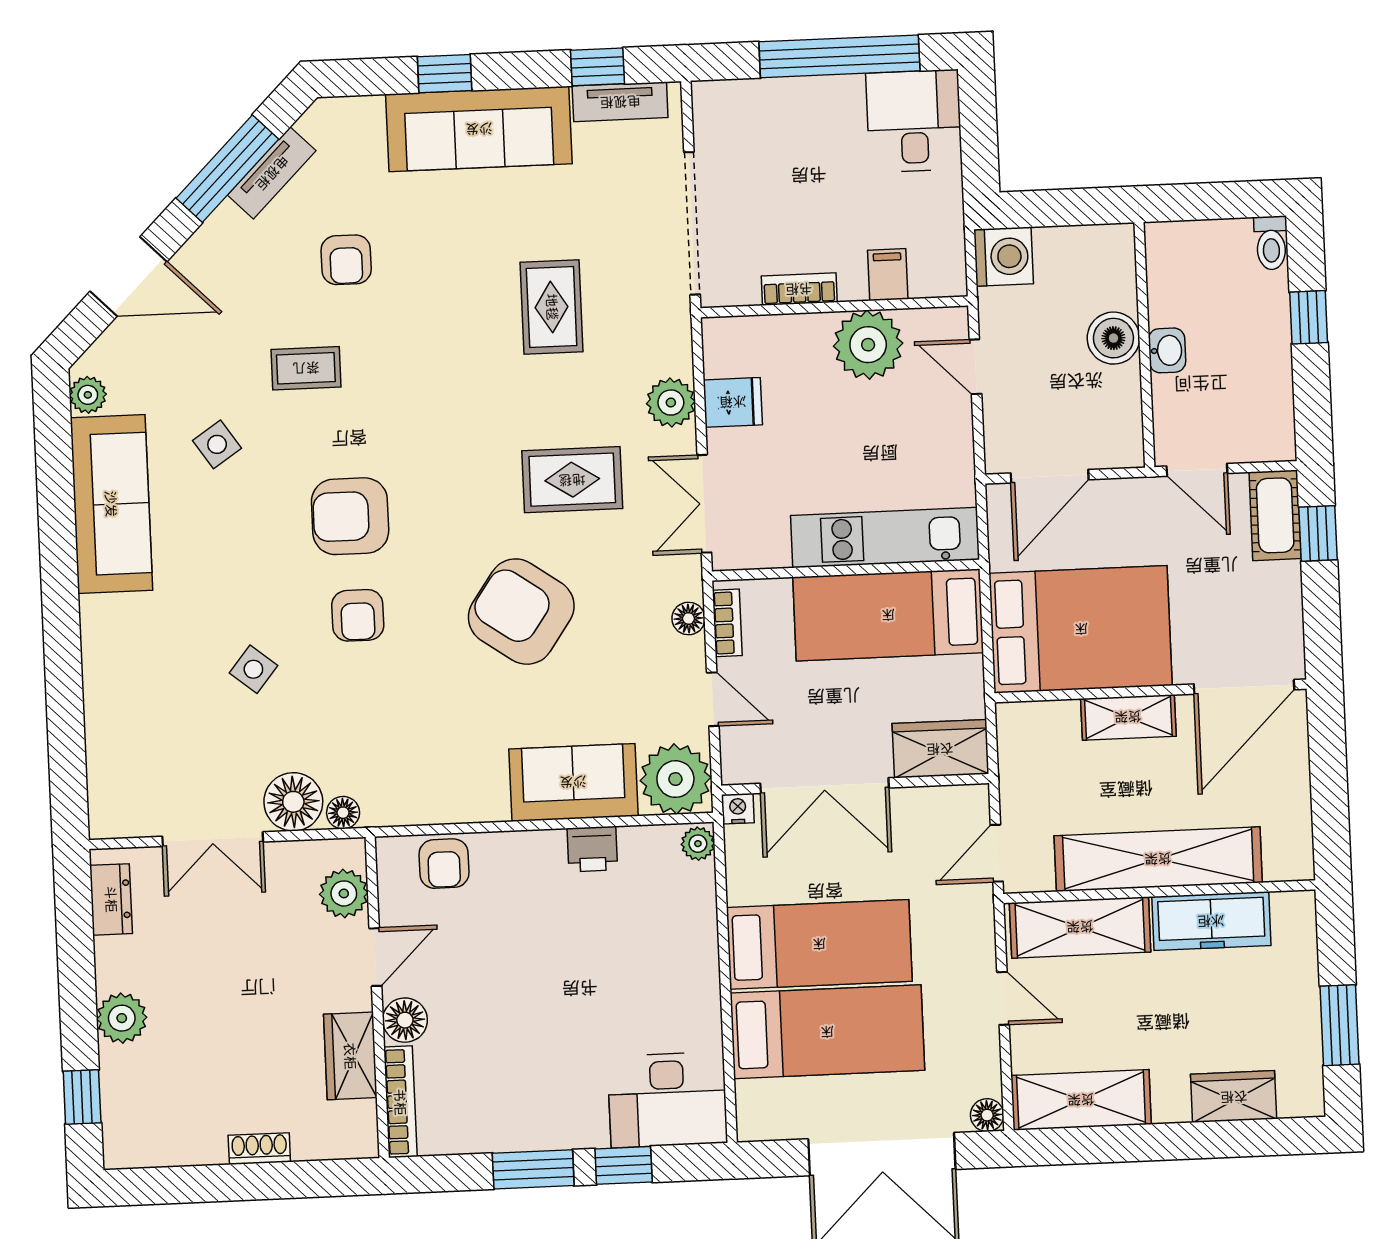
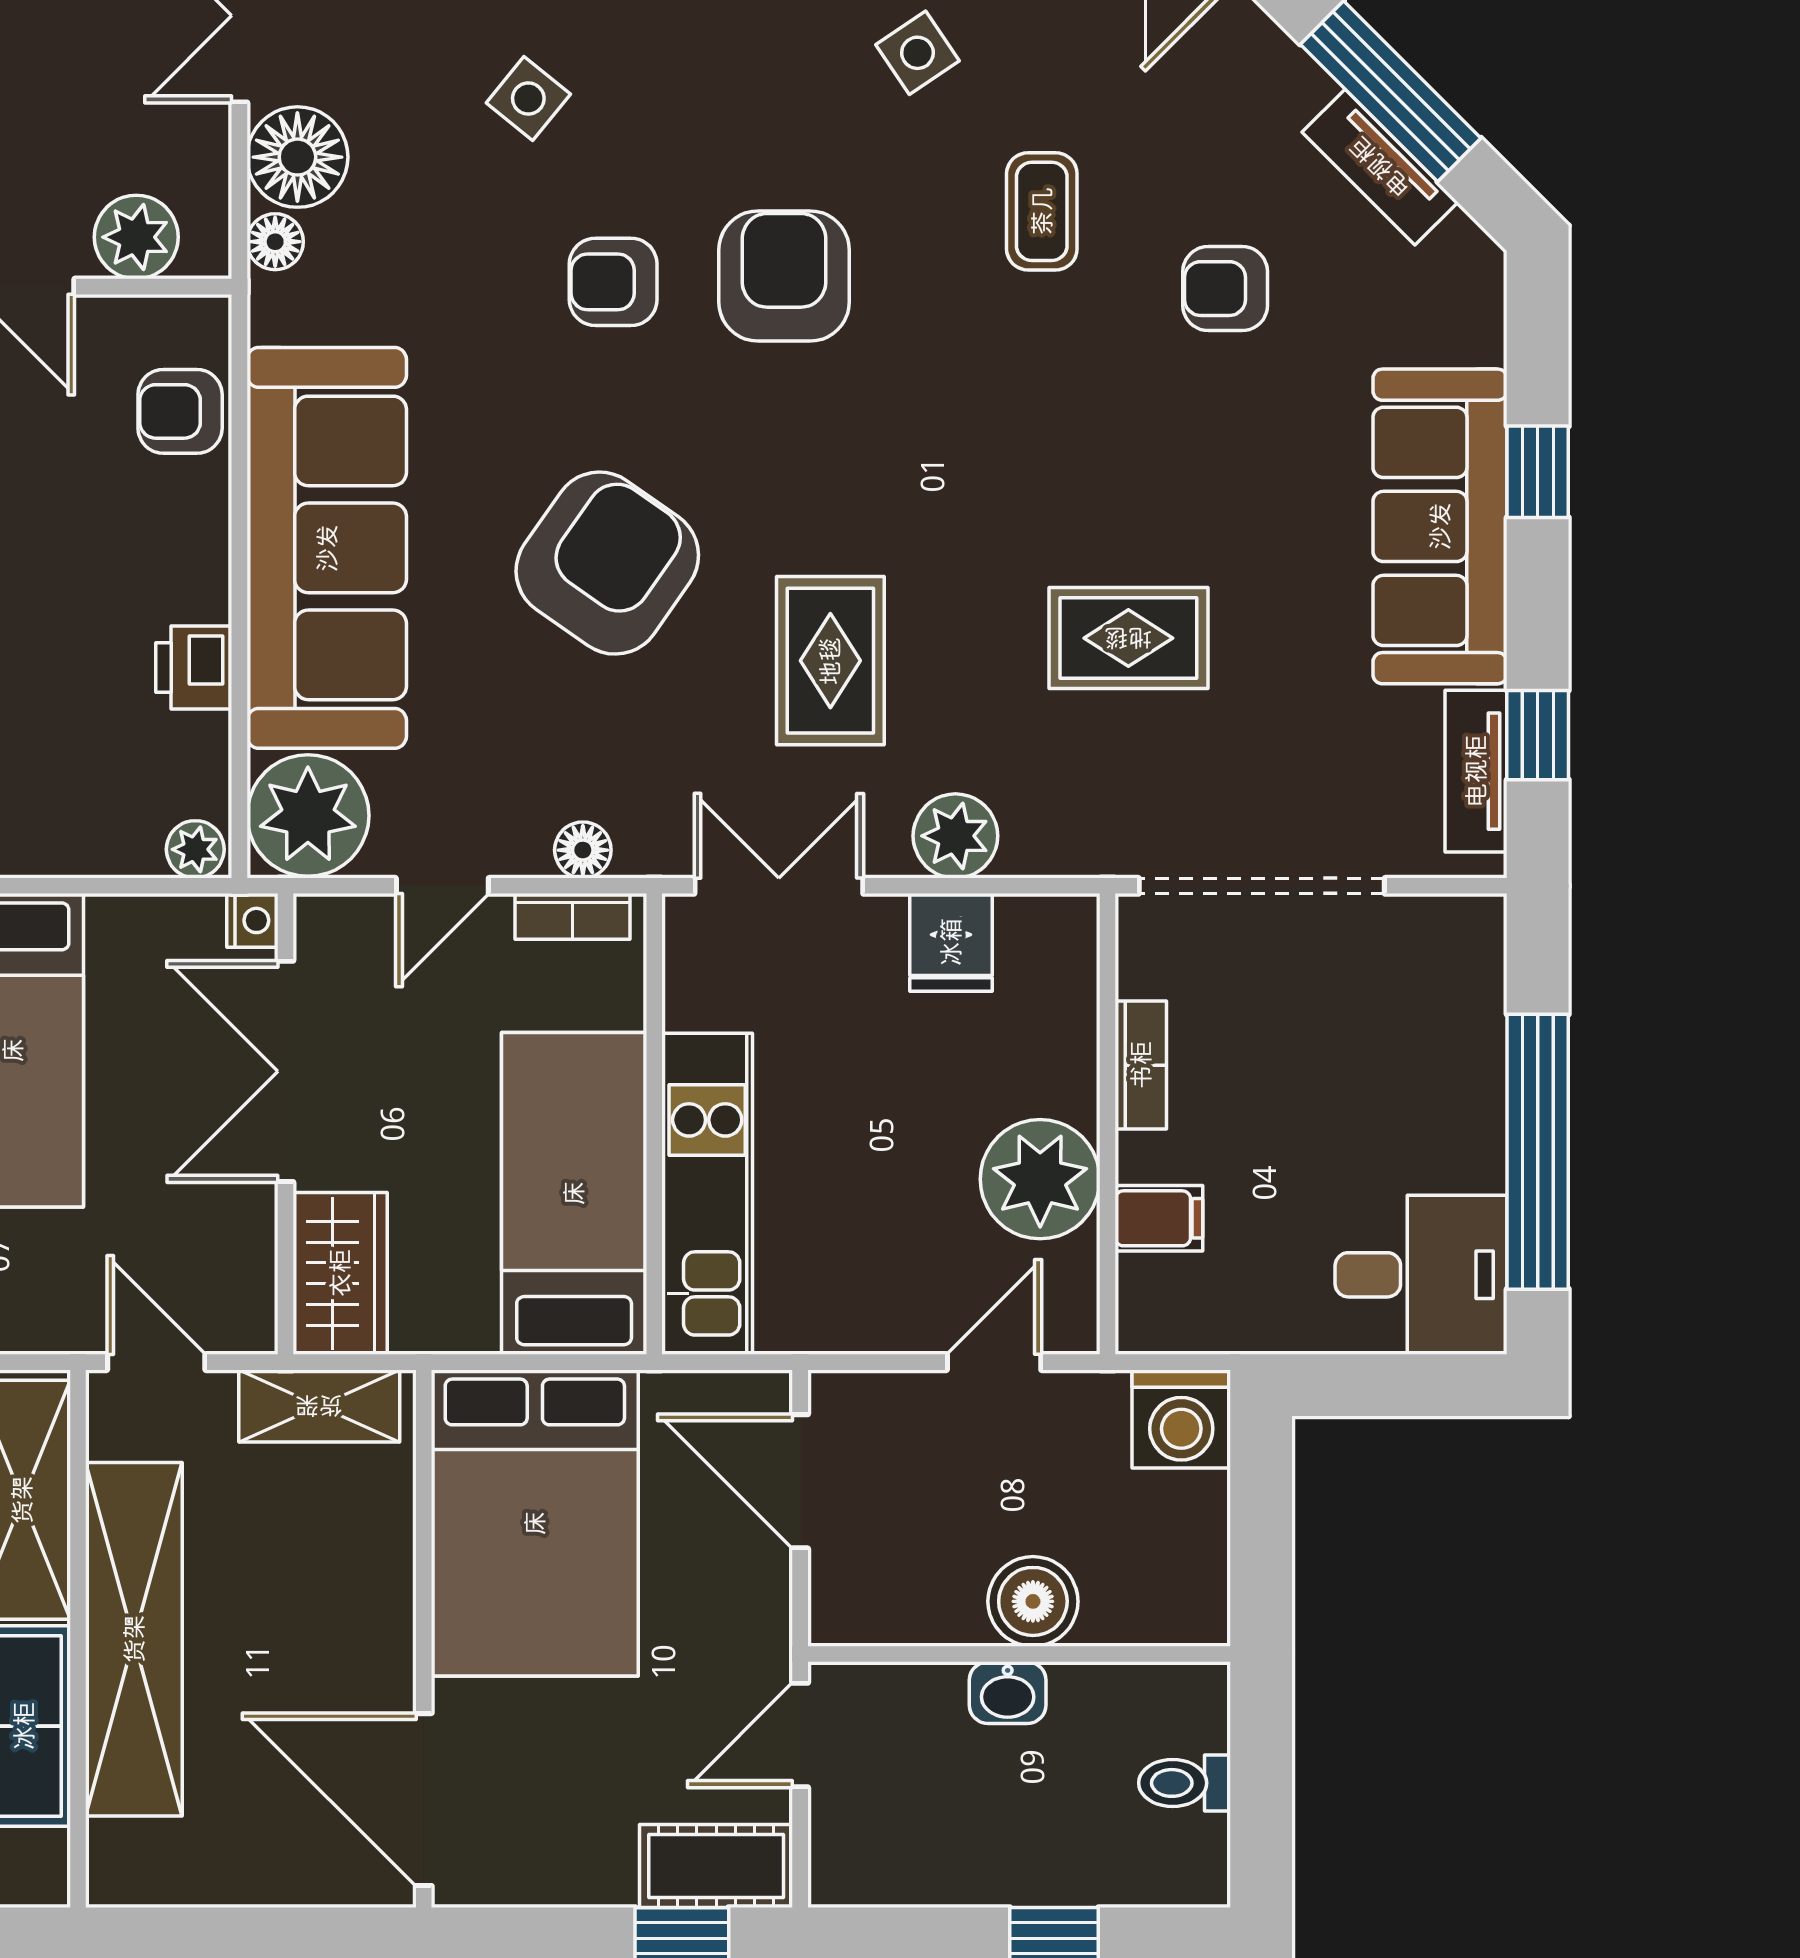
toilet: (1271, 243) -> (1185, 1783), moved
shelving: (1128, 717) -> (319, 1406), moved, turned 90
sofa: (573, 782) -> (327, 548), width x1.85, depth x1.27

